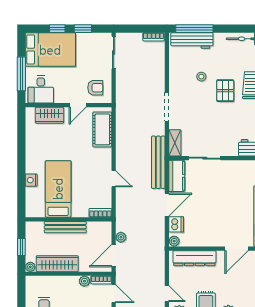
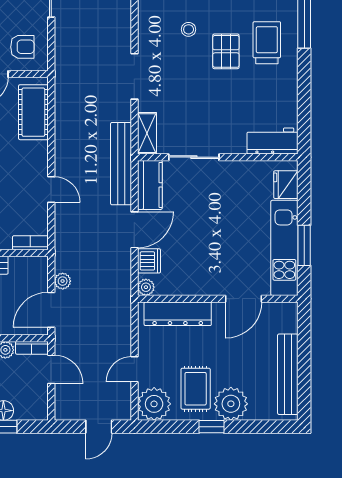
door: (167, 294) -> (134, 369), swing flipped

